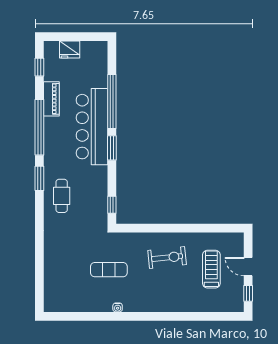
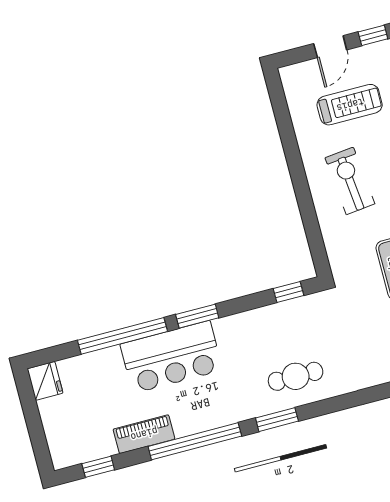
fridge: (70, 49) -> (45, 381), moved
bar counter: (92, 127) -> (171, 357), width x0.73
treadmill: (211, 269) -> (350, 105), turned 180

